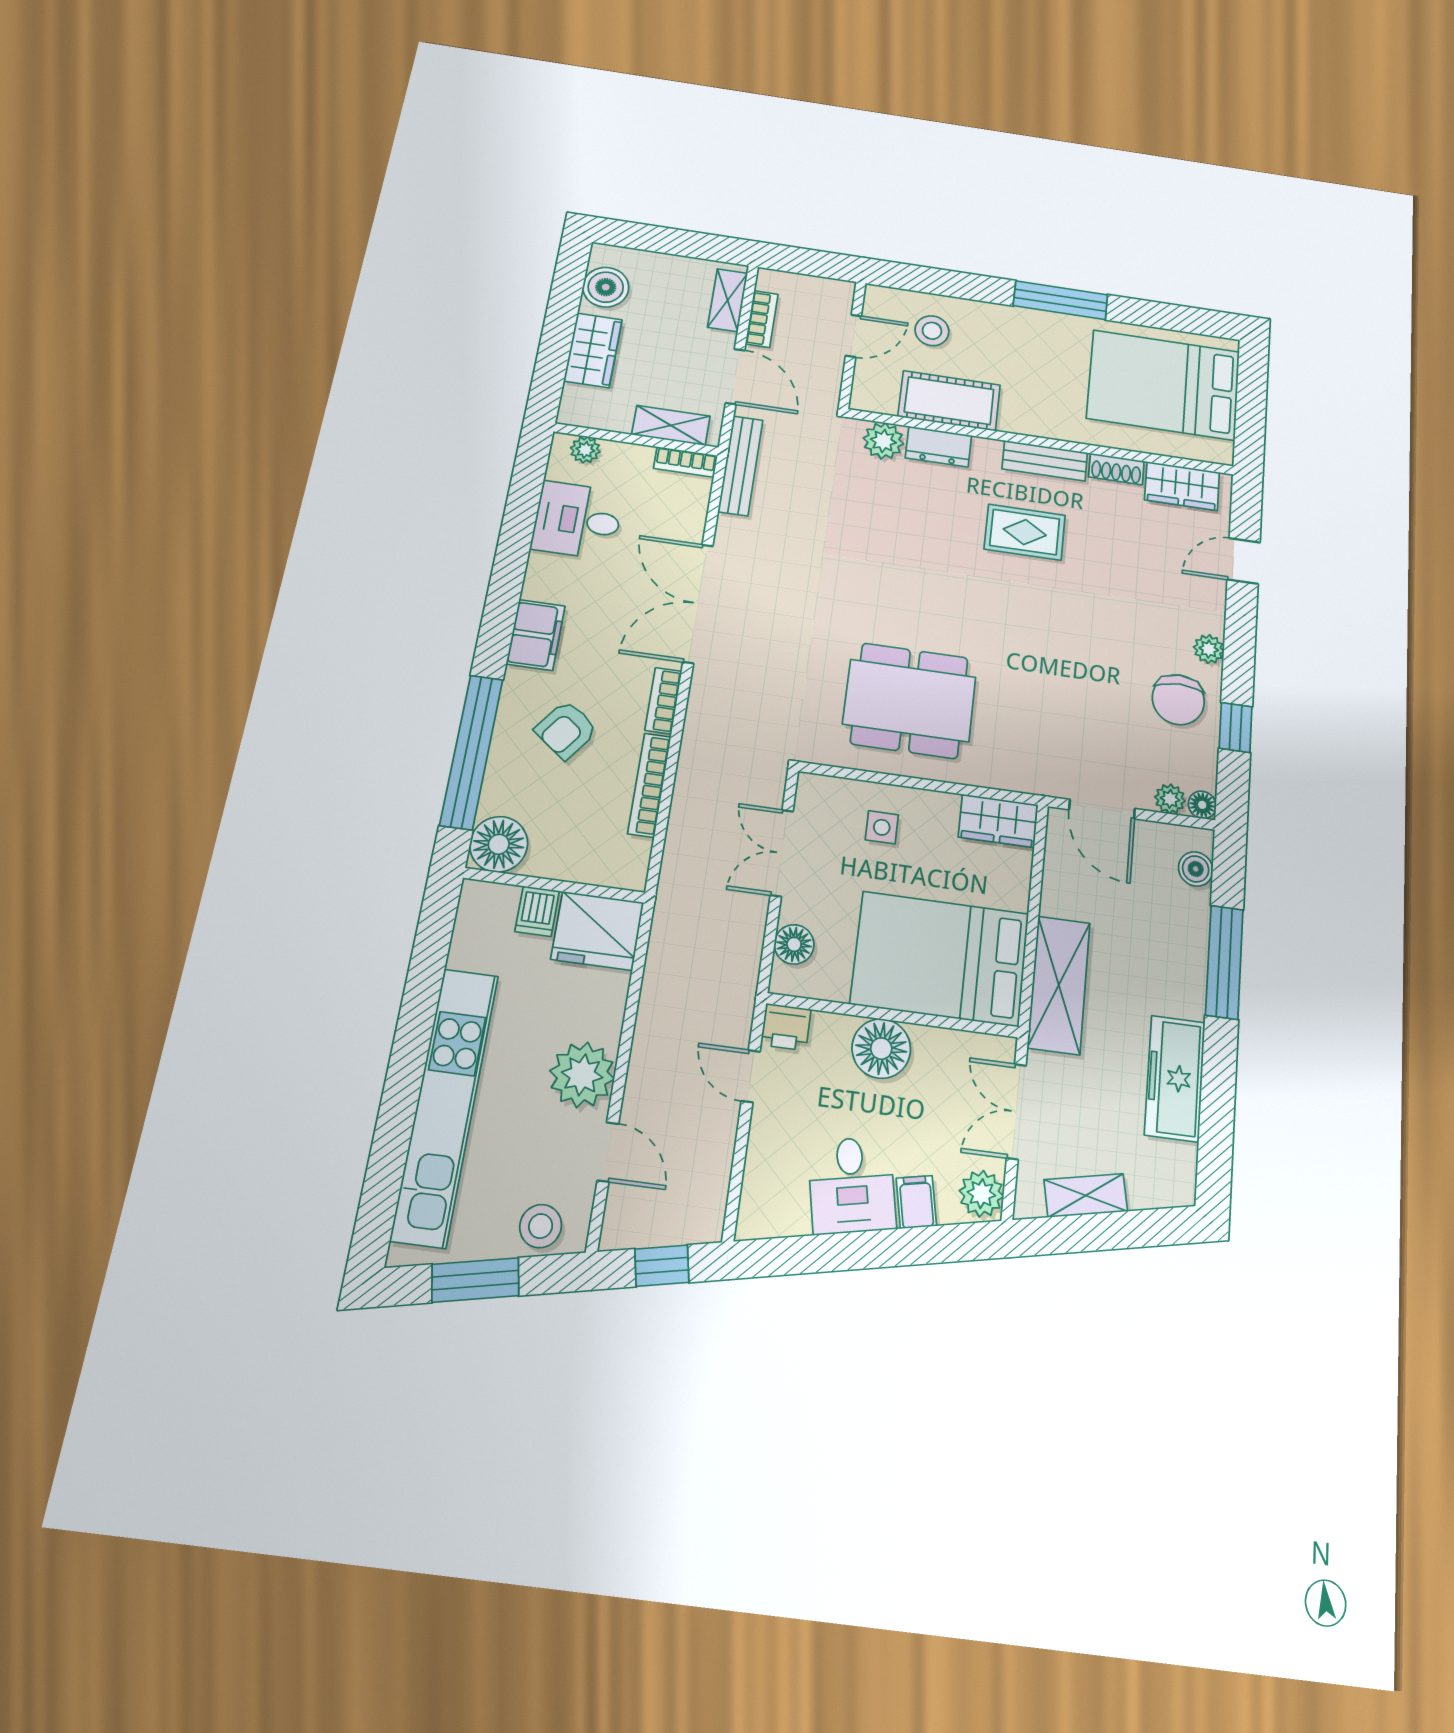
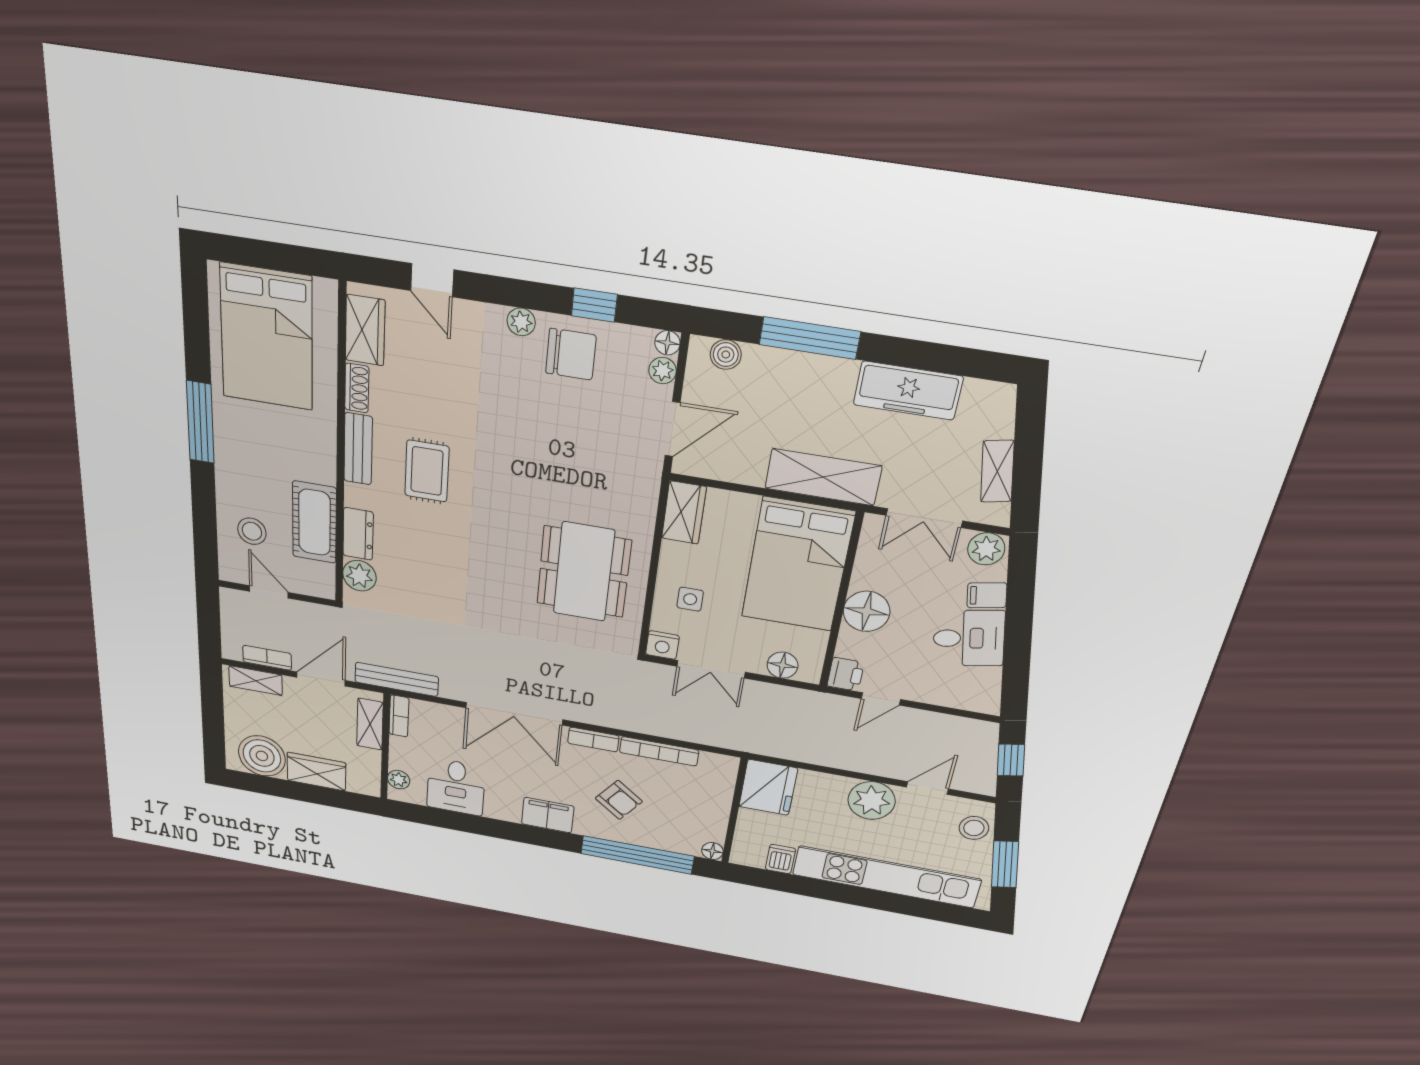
boiler: (606, 287) -> (262, 756), width x1.37, depth x1.37
nightstand: (813, 792) -> (662, 645), added
floor lamp: (499, 844) -> (712, 851), width x0.53, depth x0.53
dishwasher: (537, 911) -> (780, 859), moved, turned -90

